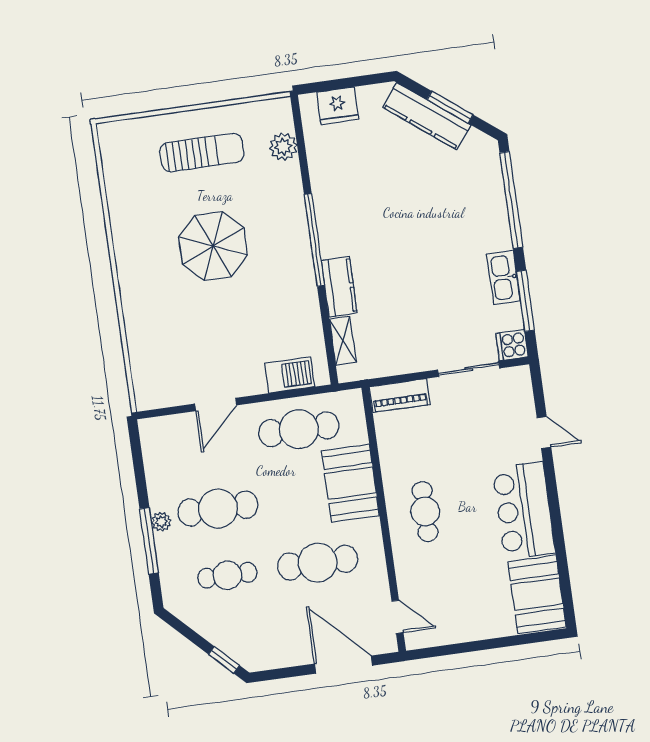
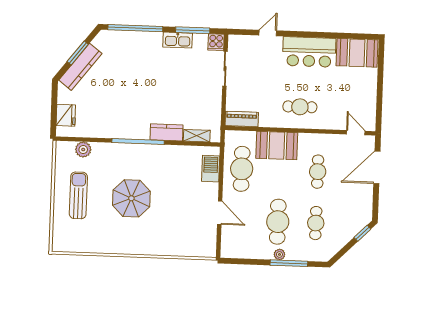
piano: (400, 396) -> (242, 119), moved, turned -90
cafe table: (318, 563) -> (318, 172), width x0.73, depth x0.74
door: (397, 617) -> (356, 133), hinge flipped

